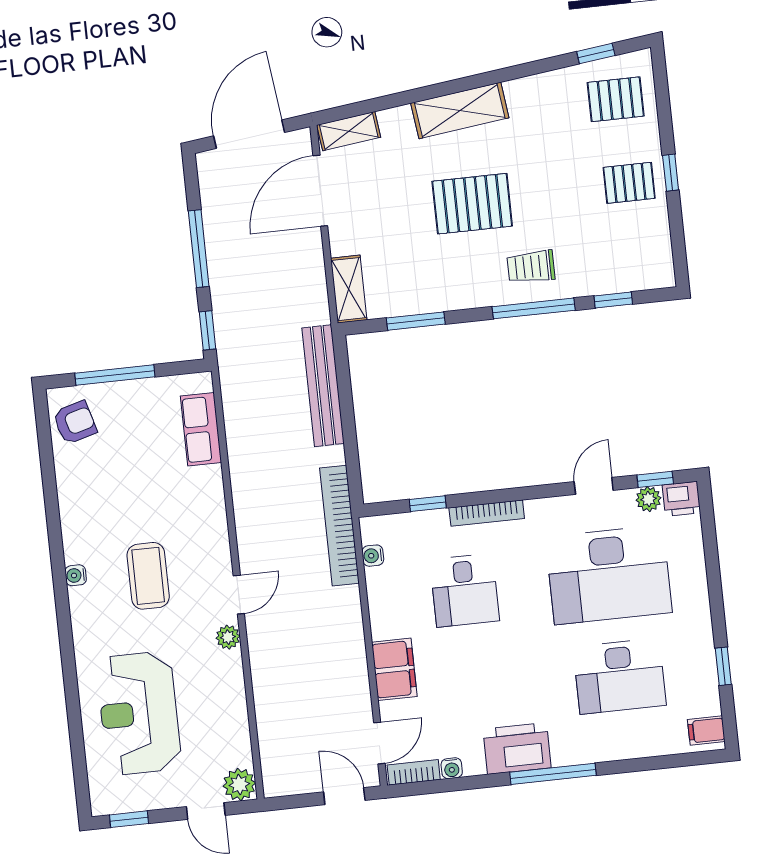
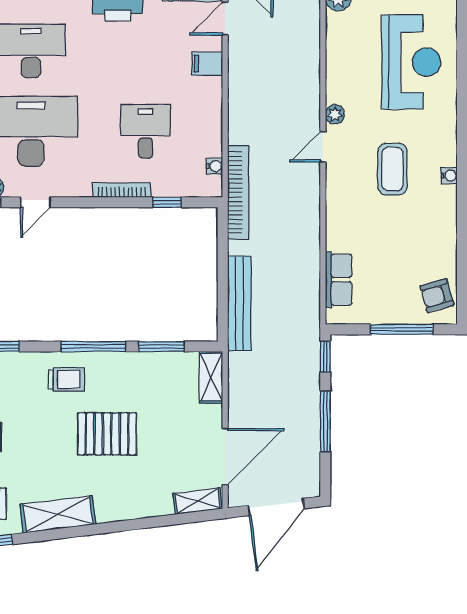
shelving: (460, 110) -> (58, 514), moved
window: (534, 308) -> (93, 346), moved
filing cabinet: (394, 669) -> (207, 64), width x0.50

